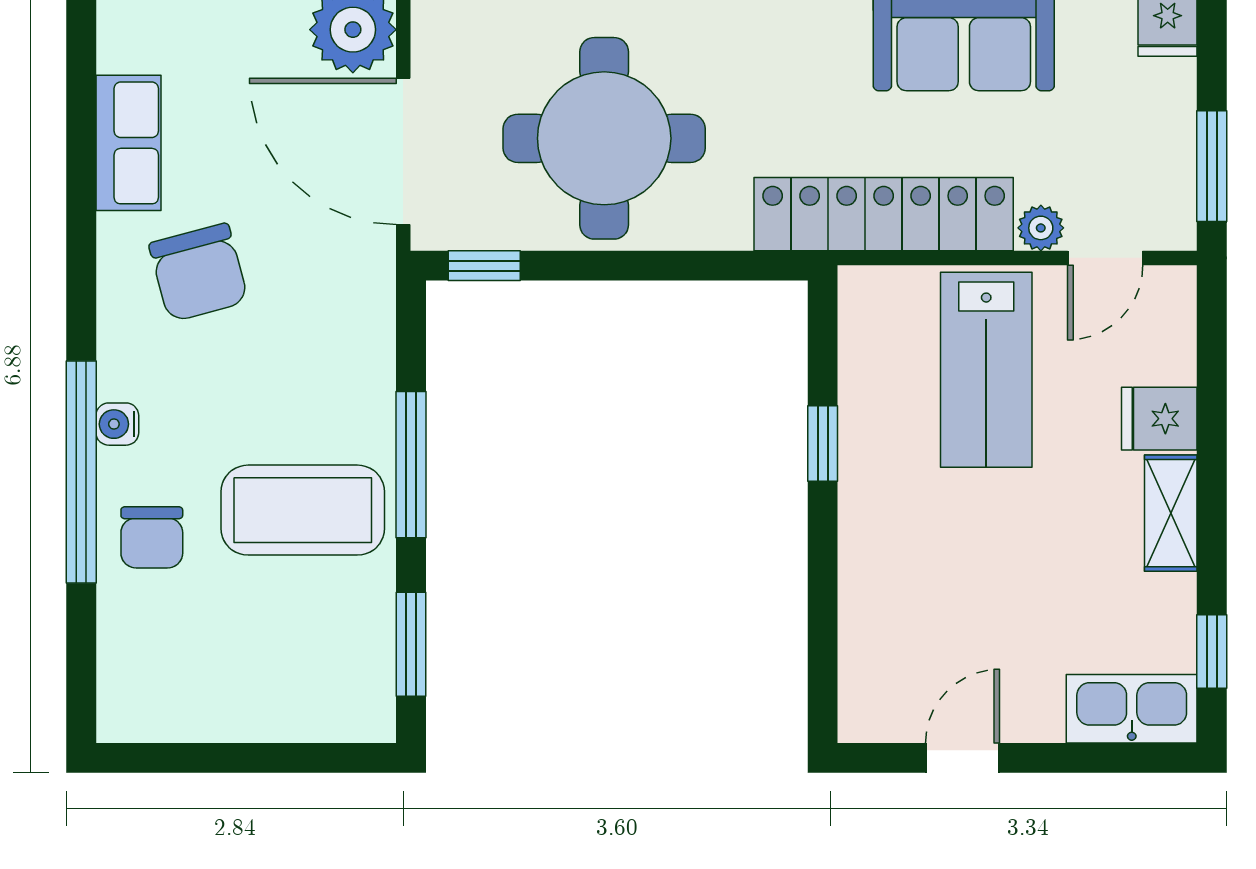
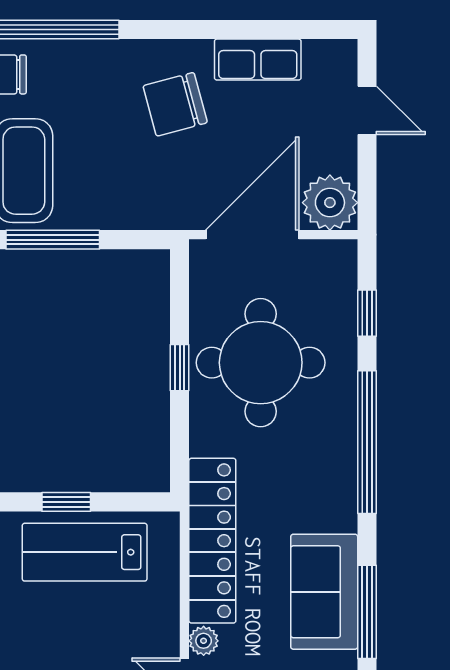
window: (484, 266) -> (180, 368), moved
lab bench: (986, 370) -> (85, 552), moved
water cooler: (117, 424) -> (79, 52), removed

